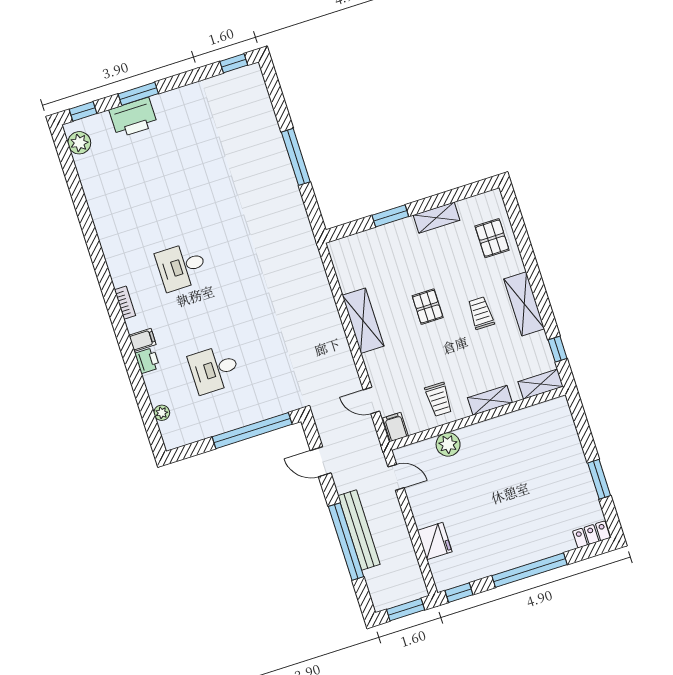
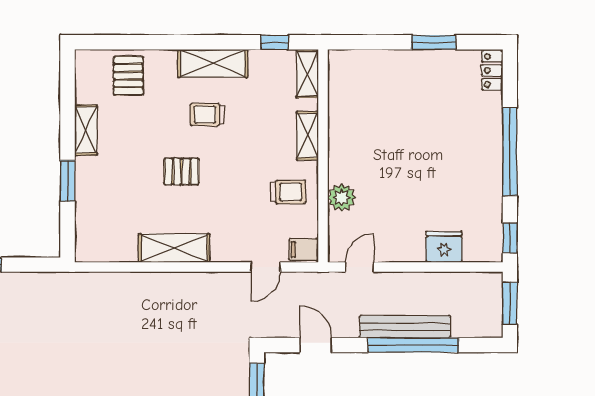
pallet: (492, 238) -> (128, 76), turned 90
door: (321, 462) -> (316, 345), swing flipped

